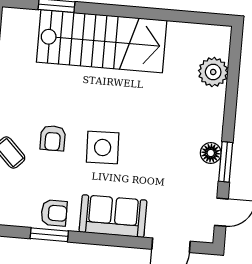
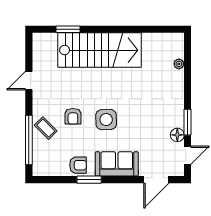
plant: (213, 72) -> (179, 64), width x0.53, depth x0.53
floor lamp: (211, 153) -> (177, 135), moved
window: (49, 235) -> (89, 180), moved

